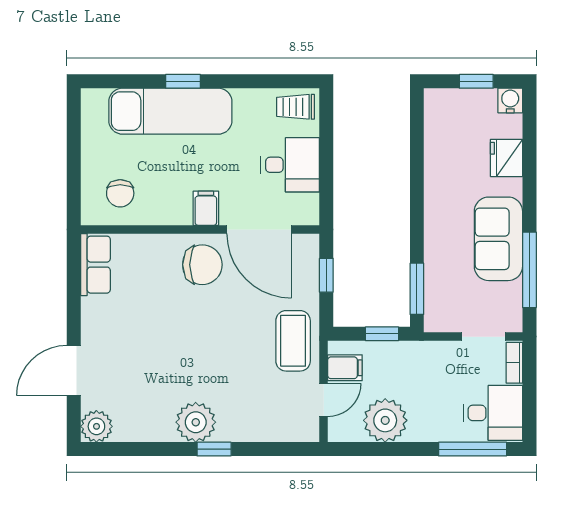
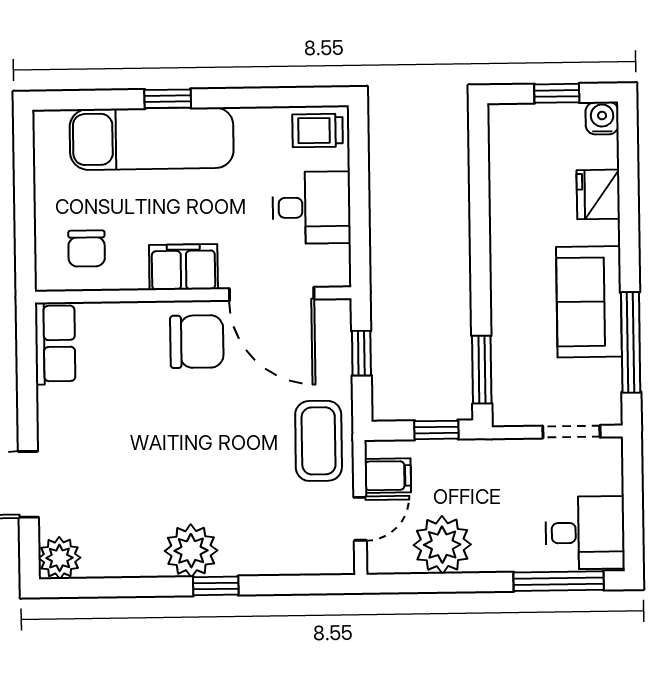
filing cabinet: (206, 208) -> (183, 267), width x2.00
bookcase: (514, 363) -> (612, 466), removed

